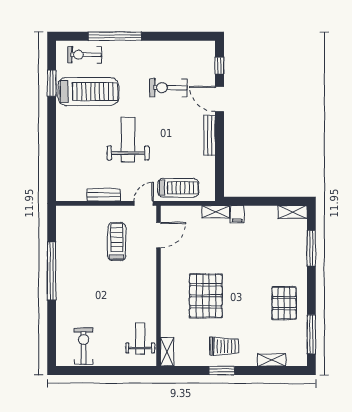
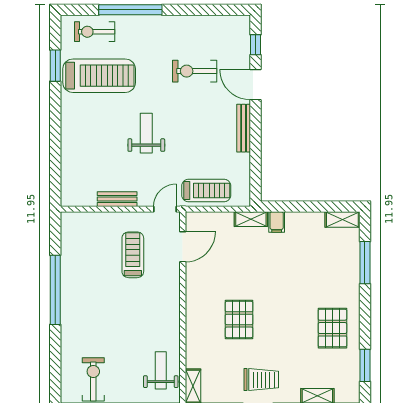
weight bench: (128, 140) -> (146, 133), width x0.73, depth x0.75
pallet: (206, 296) -> (239, 319), width x0.73, depth x0.71
window: (311, 334) -> (365, 365), width x0.69

